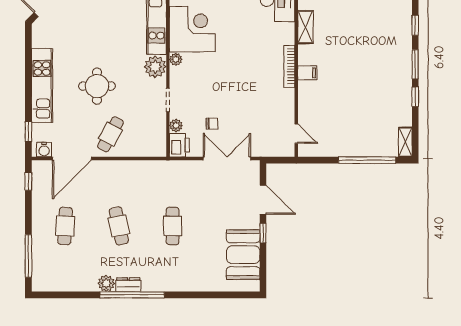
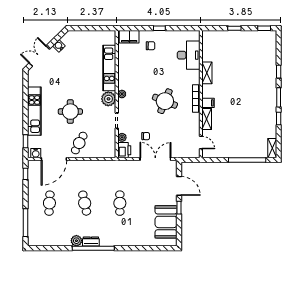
corner desk: (192, 29) -> (133, 74), removed
round table: (241, 70) -> (165, 101), added
shelving: (305, 97) -> (207, 119), added

